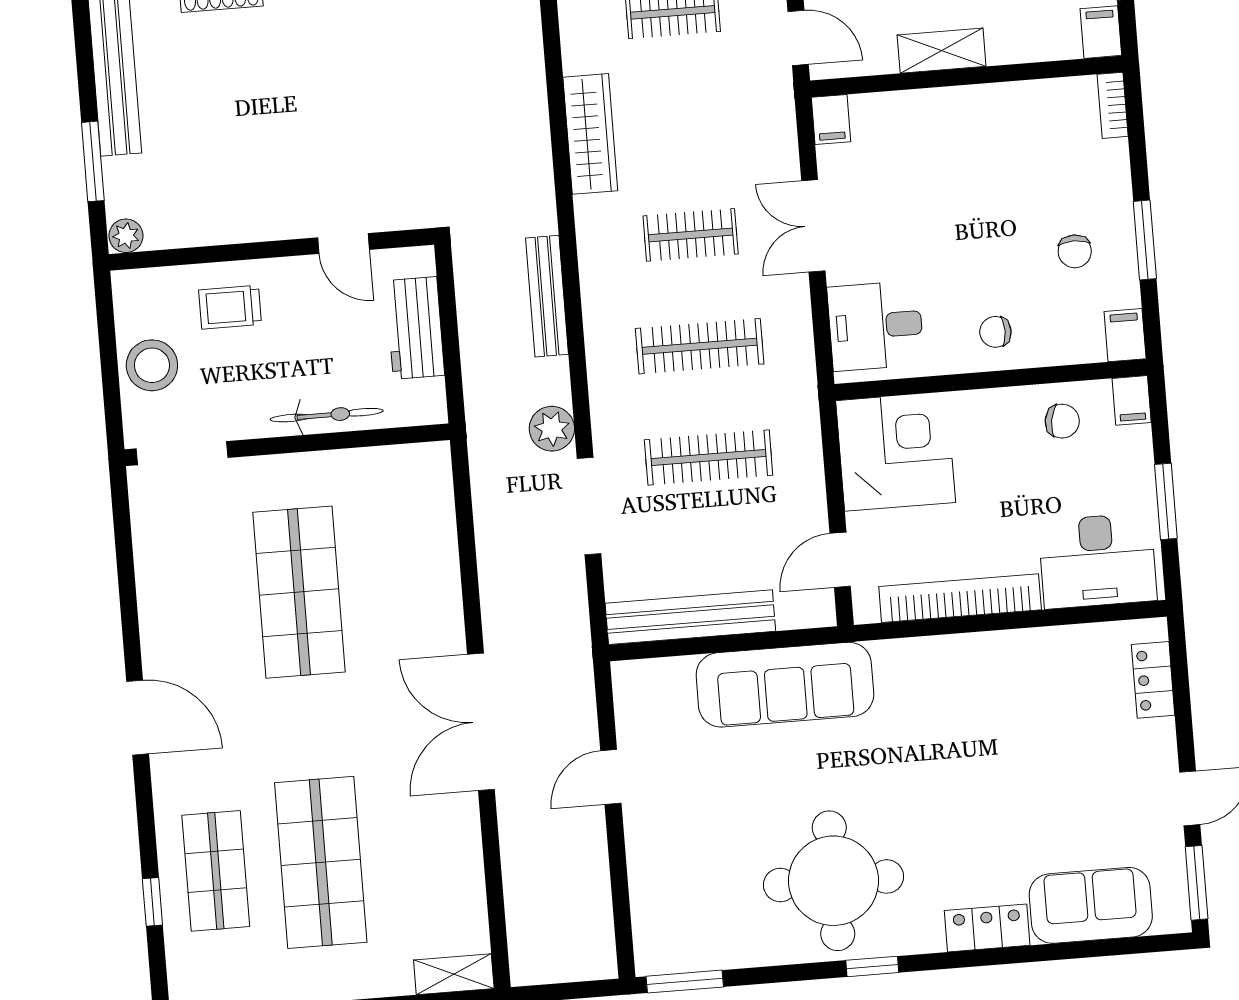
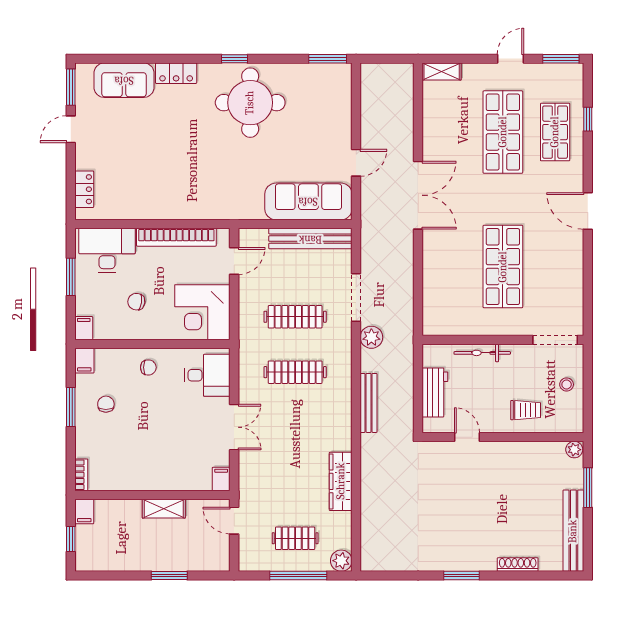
clothes rail: (691, 235) -> (295, 428), removed
stool: (152, 365) -> (567, 384), width x0.53, depth x0.53
chair: (1062, 421) -> (136, 302), moved
sofa: (785, 685) -> (308, 201), moved

